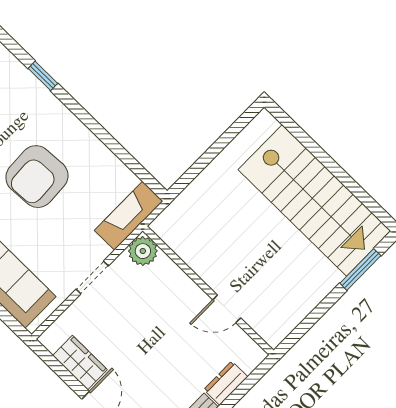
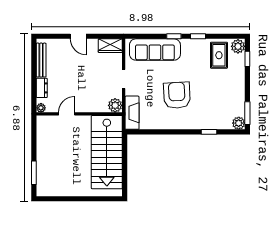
stairs: (314, 200) -> (107, 152), moved, turned -90
plant: (256, 355) -> (41, 108), added
wardrobe: (80, 363) -> (110, 46), moved

